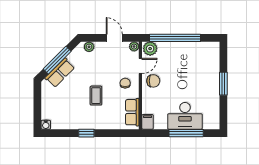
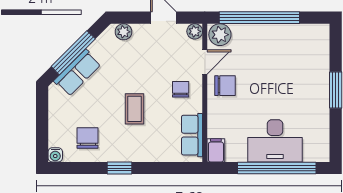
chair: (66, 114) -> (88, 138), added
window: (186, 133) -> (277, 168), width x1.46

